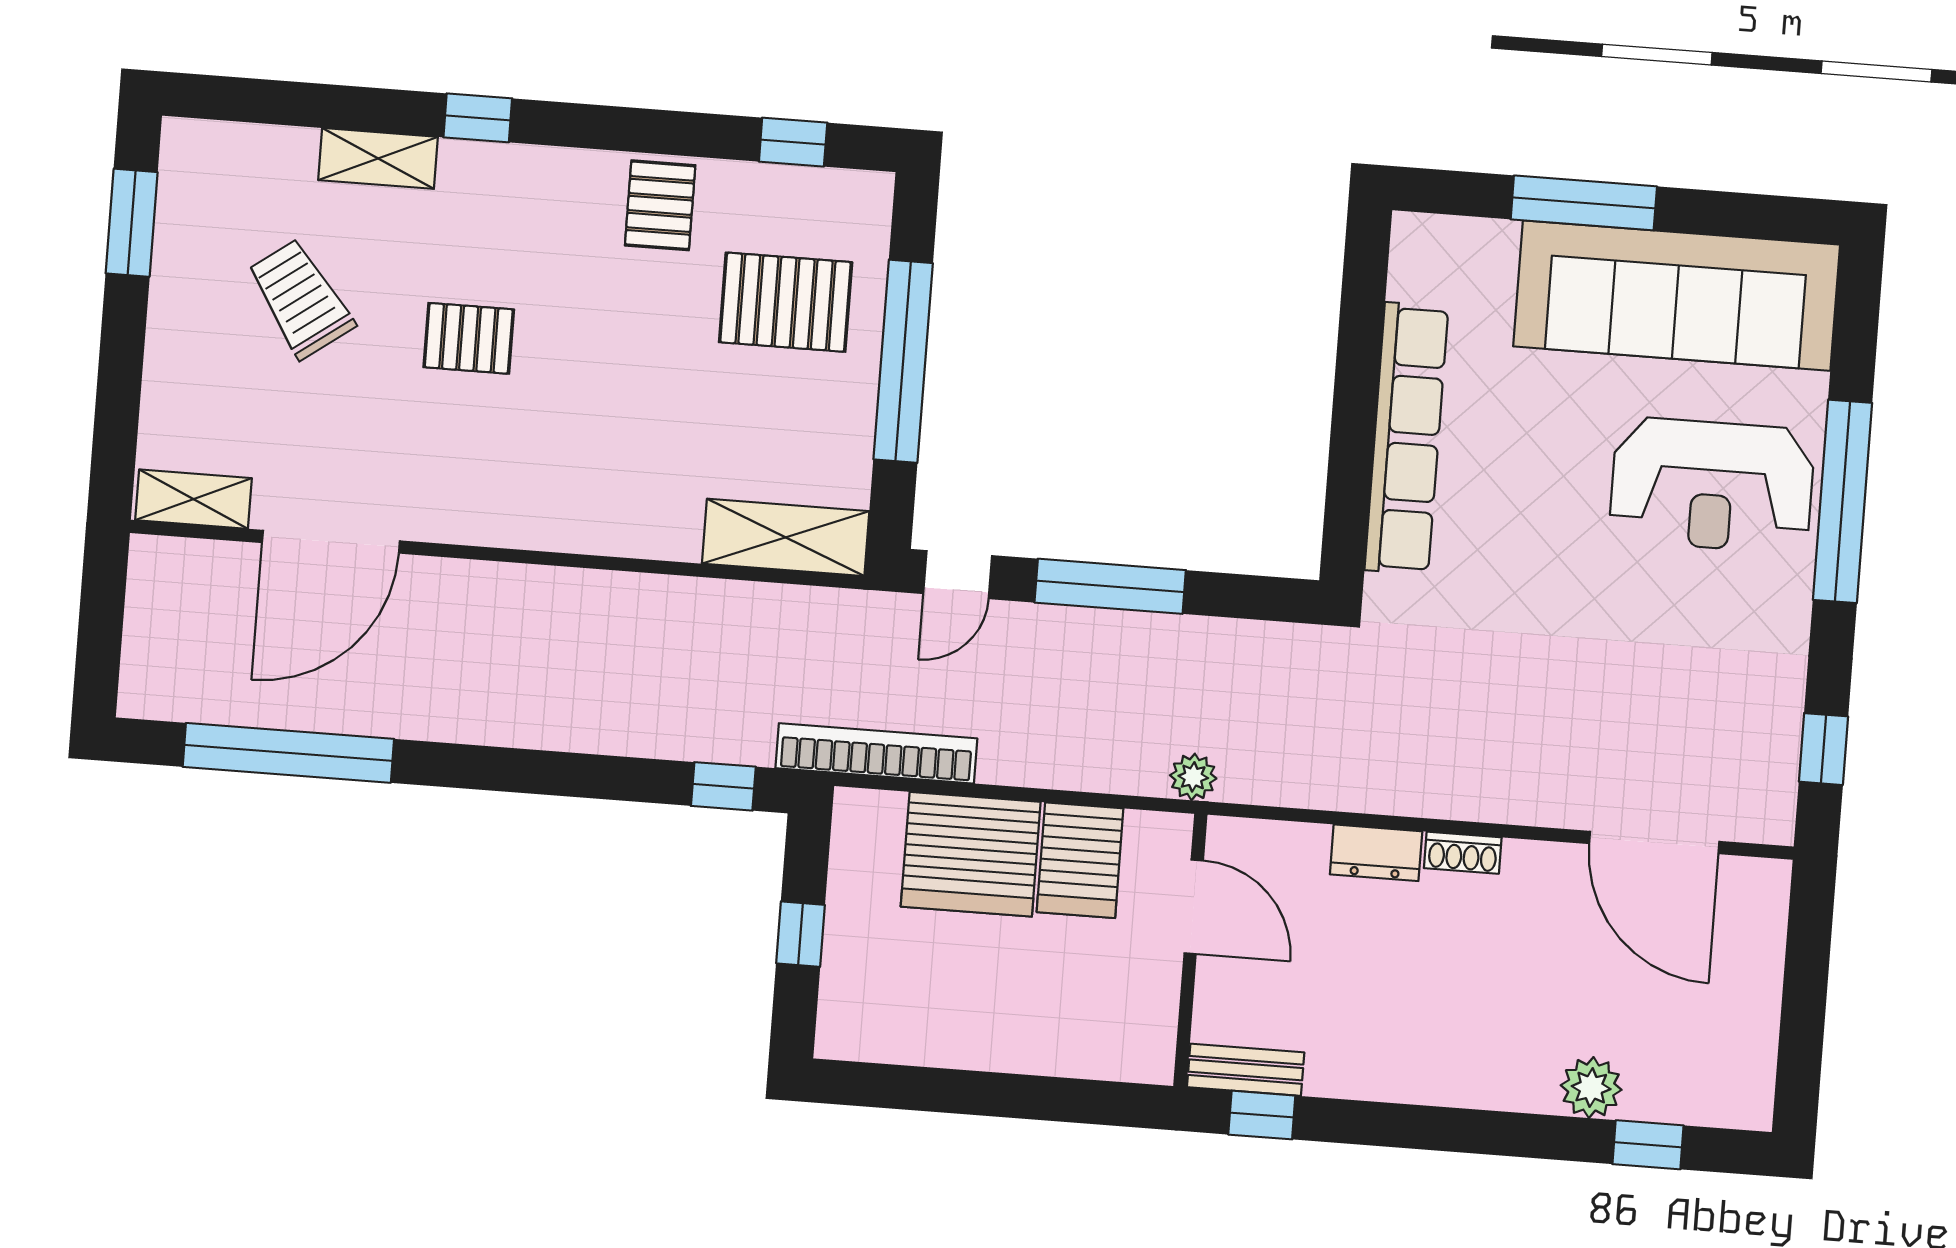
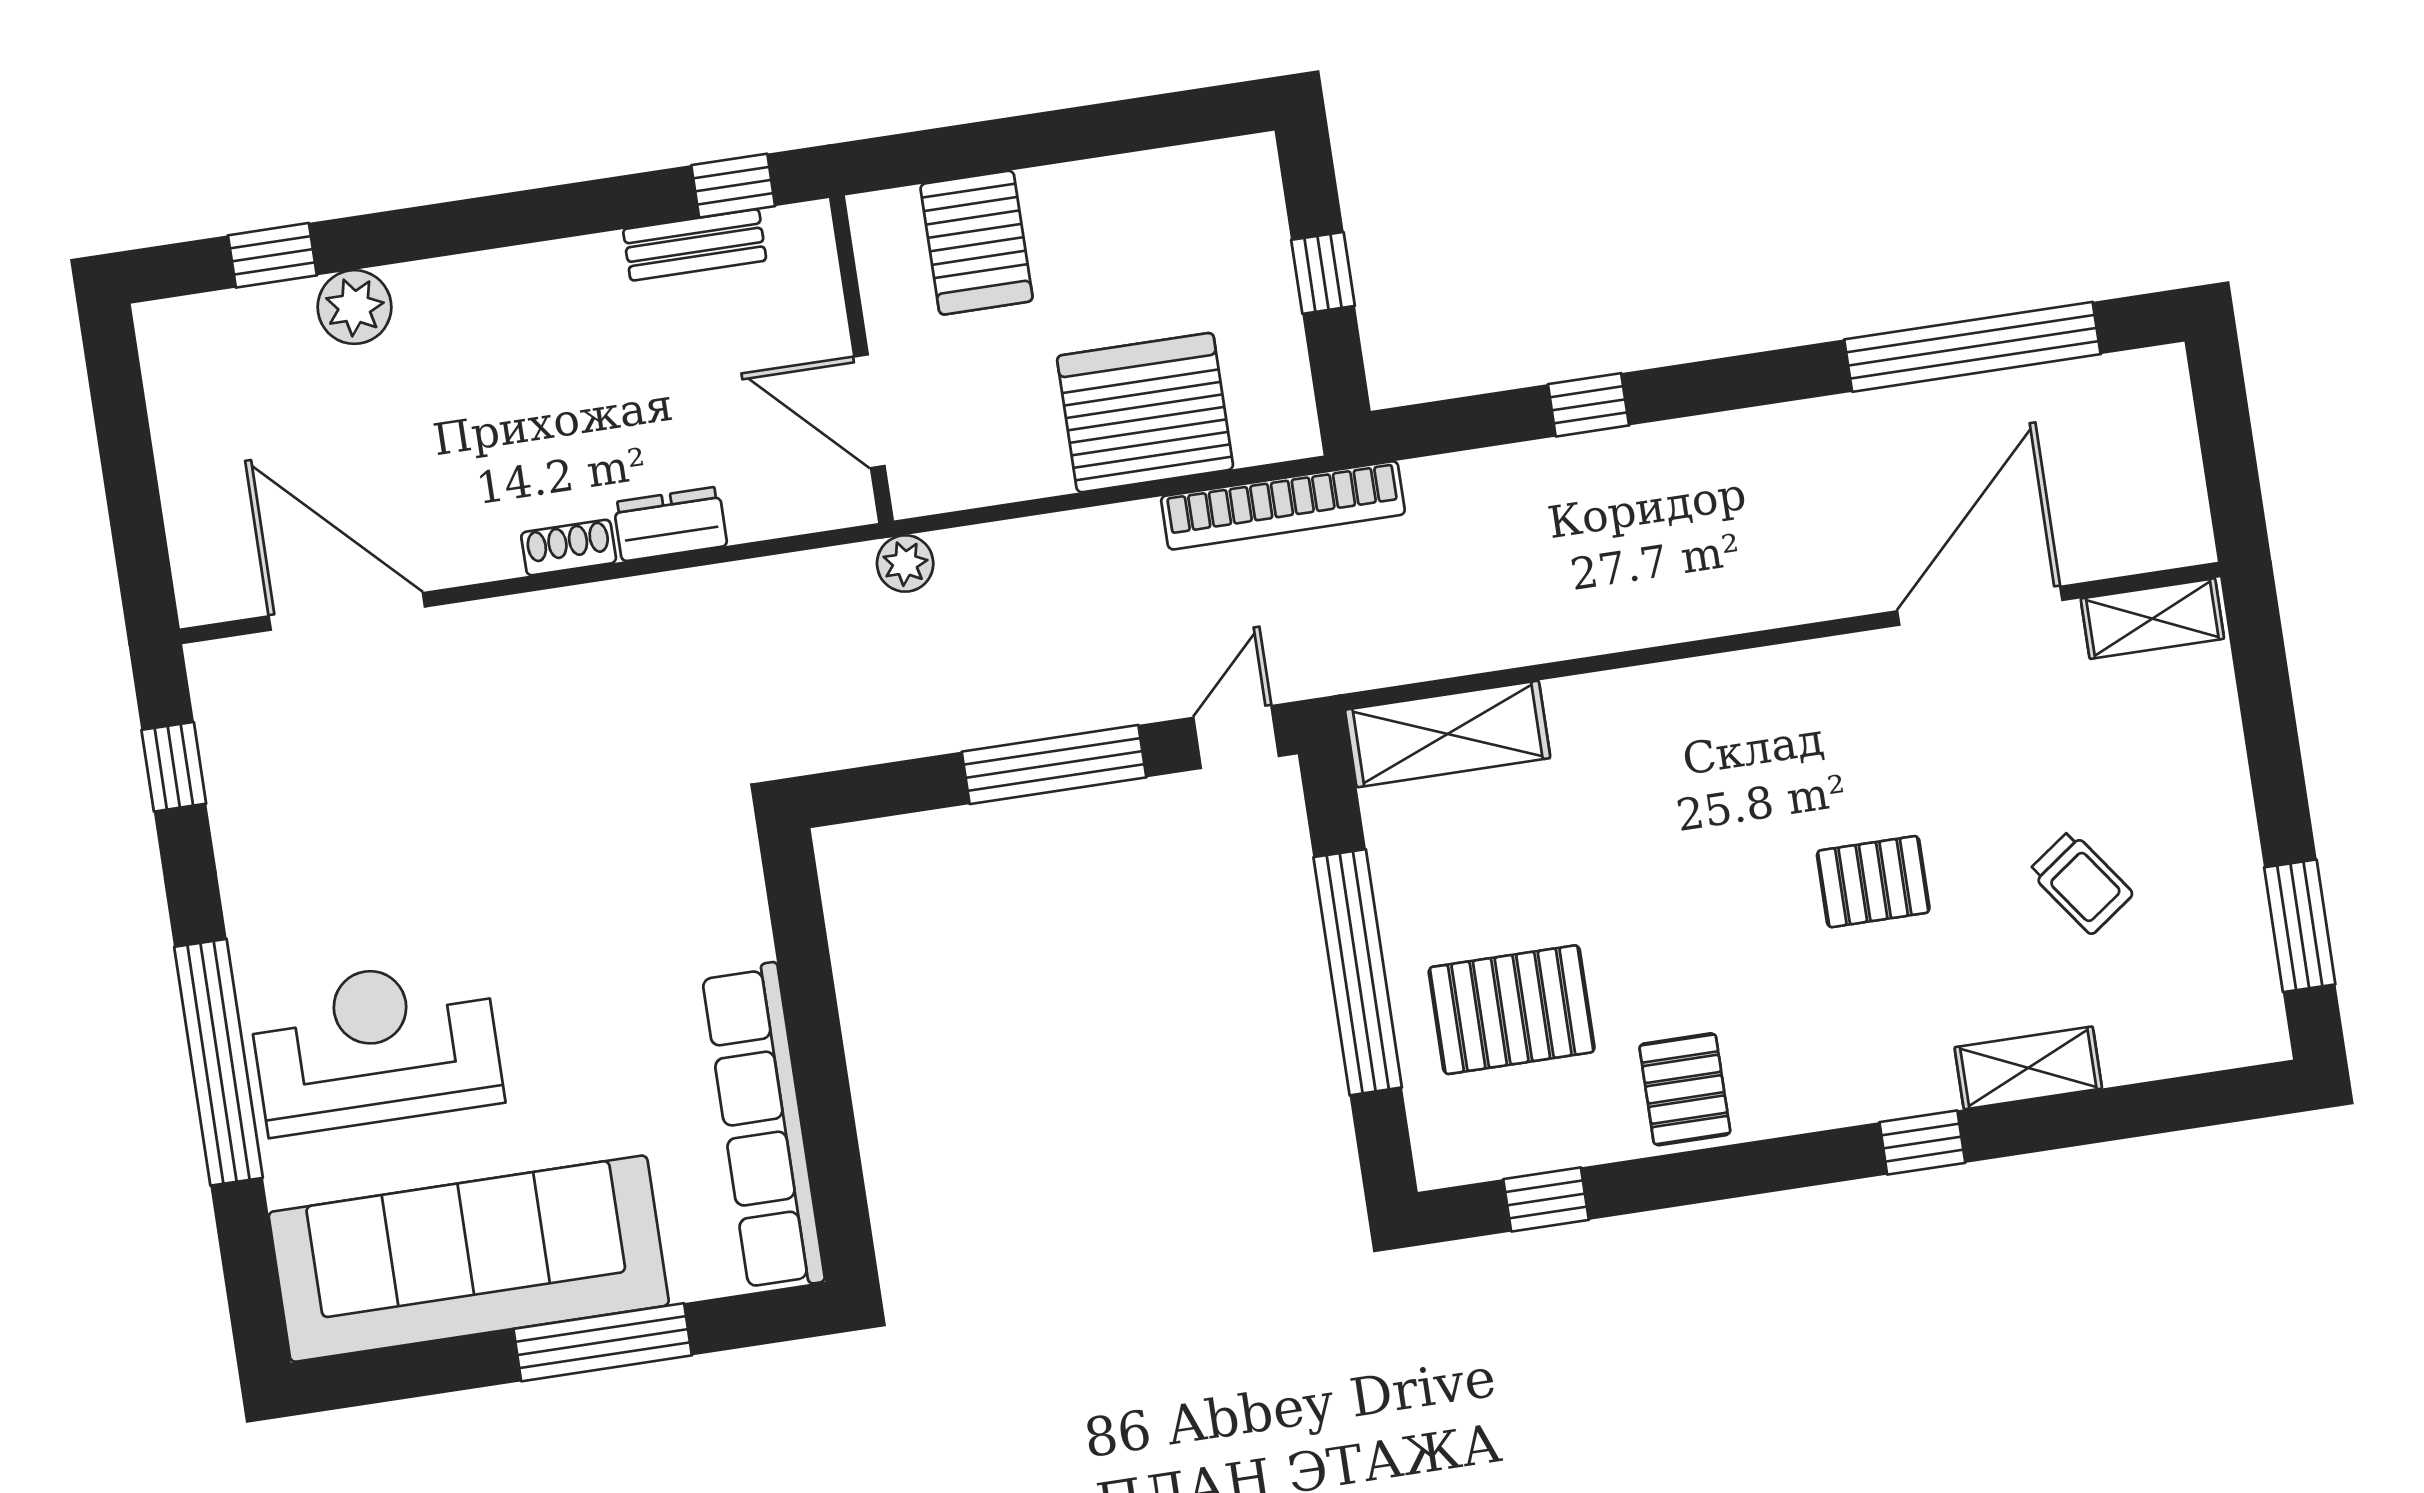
trolley: (301, 299) -> (2081, 882), width x0.73, depth x0.72
row of seats: (1406, 438) -> (763, 1127), moved
window: (723, 786) -> (1588, 405), moved
server rack: (1080, 860) -> (976, 243), moved, turned 180
bench: (1246, 1070) -> (695, 245), moved

